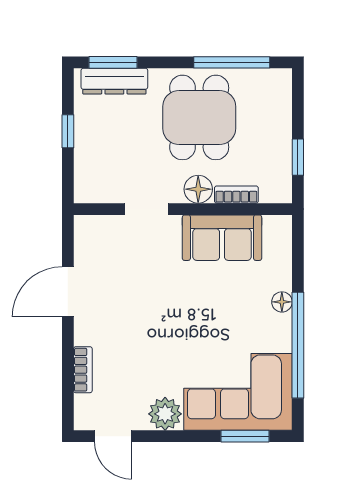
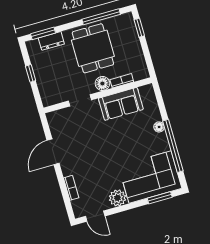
dresser: (114, 81) -> (51, 41), width x0.70
window: (298, 157) -> (139, 28), moved

